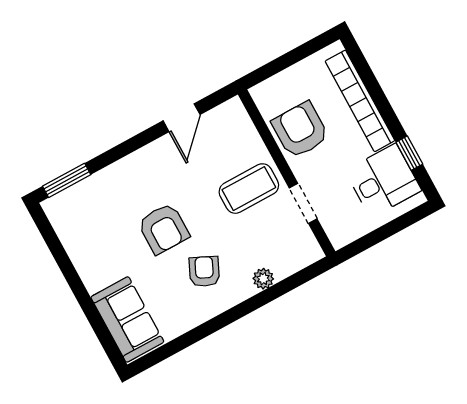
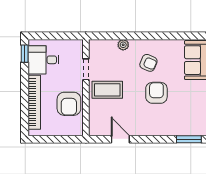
door: (182, 118) -> (120, 139), hinge flipped
window: (409, 153) -> (25, 54), moved
armchair: (204, 271) -> (148, 63), turned -92

